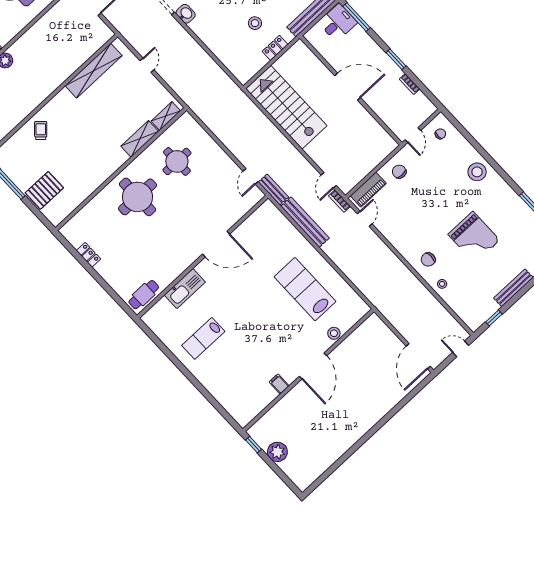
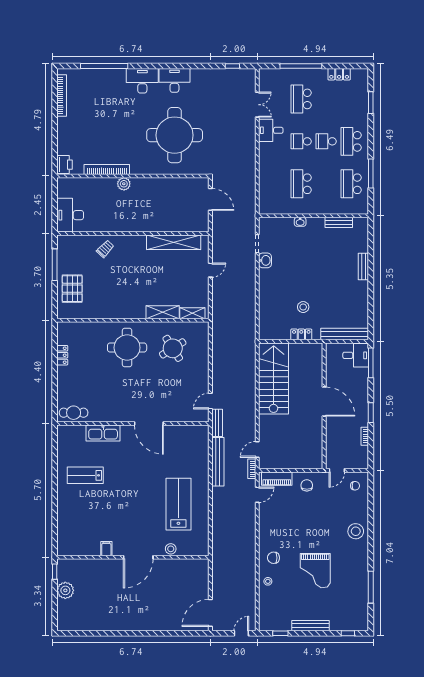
round table: (177, 161) -> (173, 348), turned -32
pallet: (44, 190) -> (72, 289), turned 90
door: (461, 349) -> (241, 633), hinge flipped

